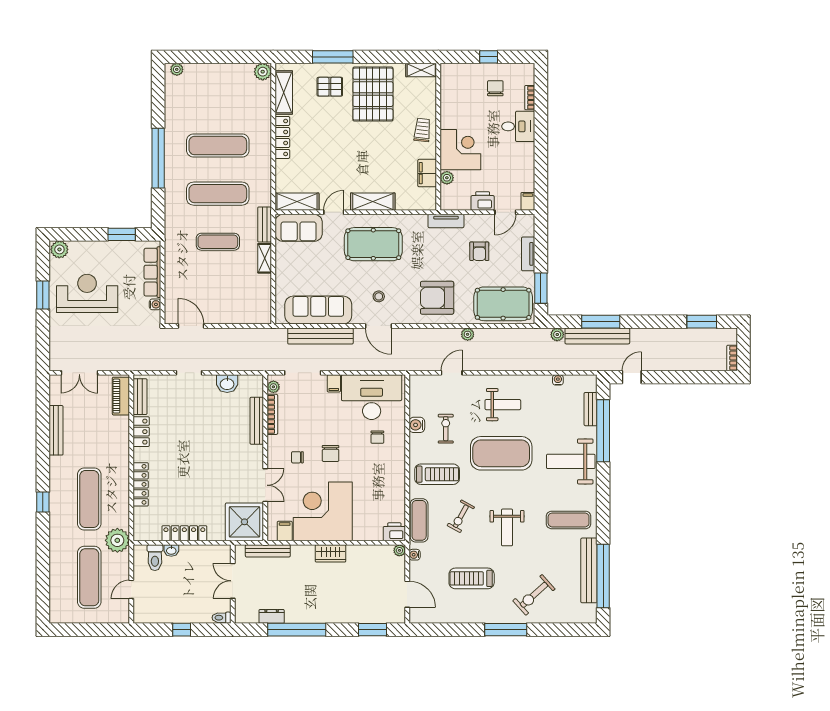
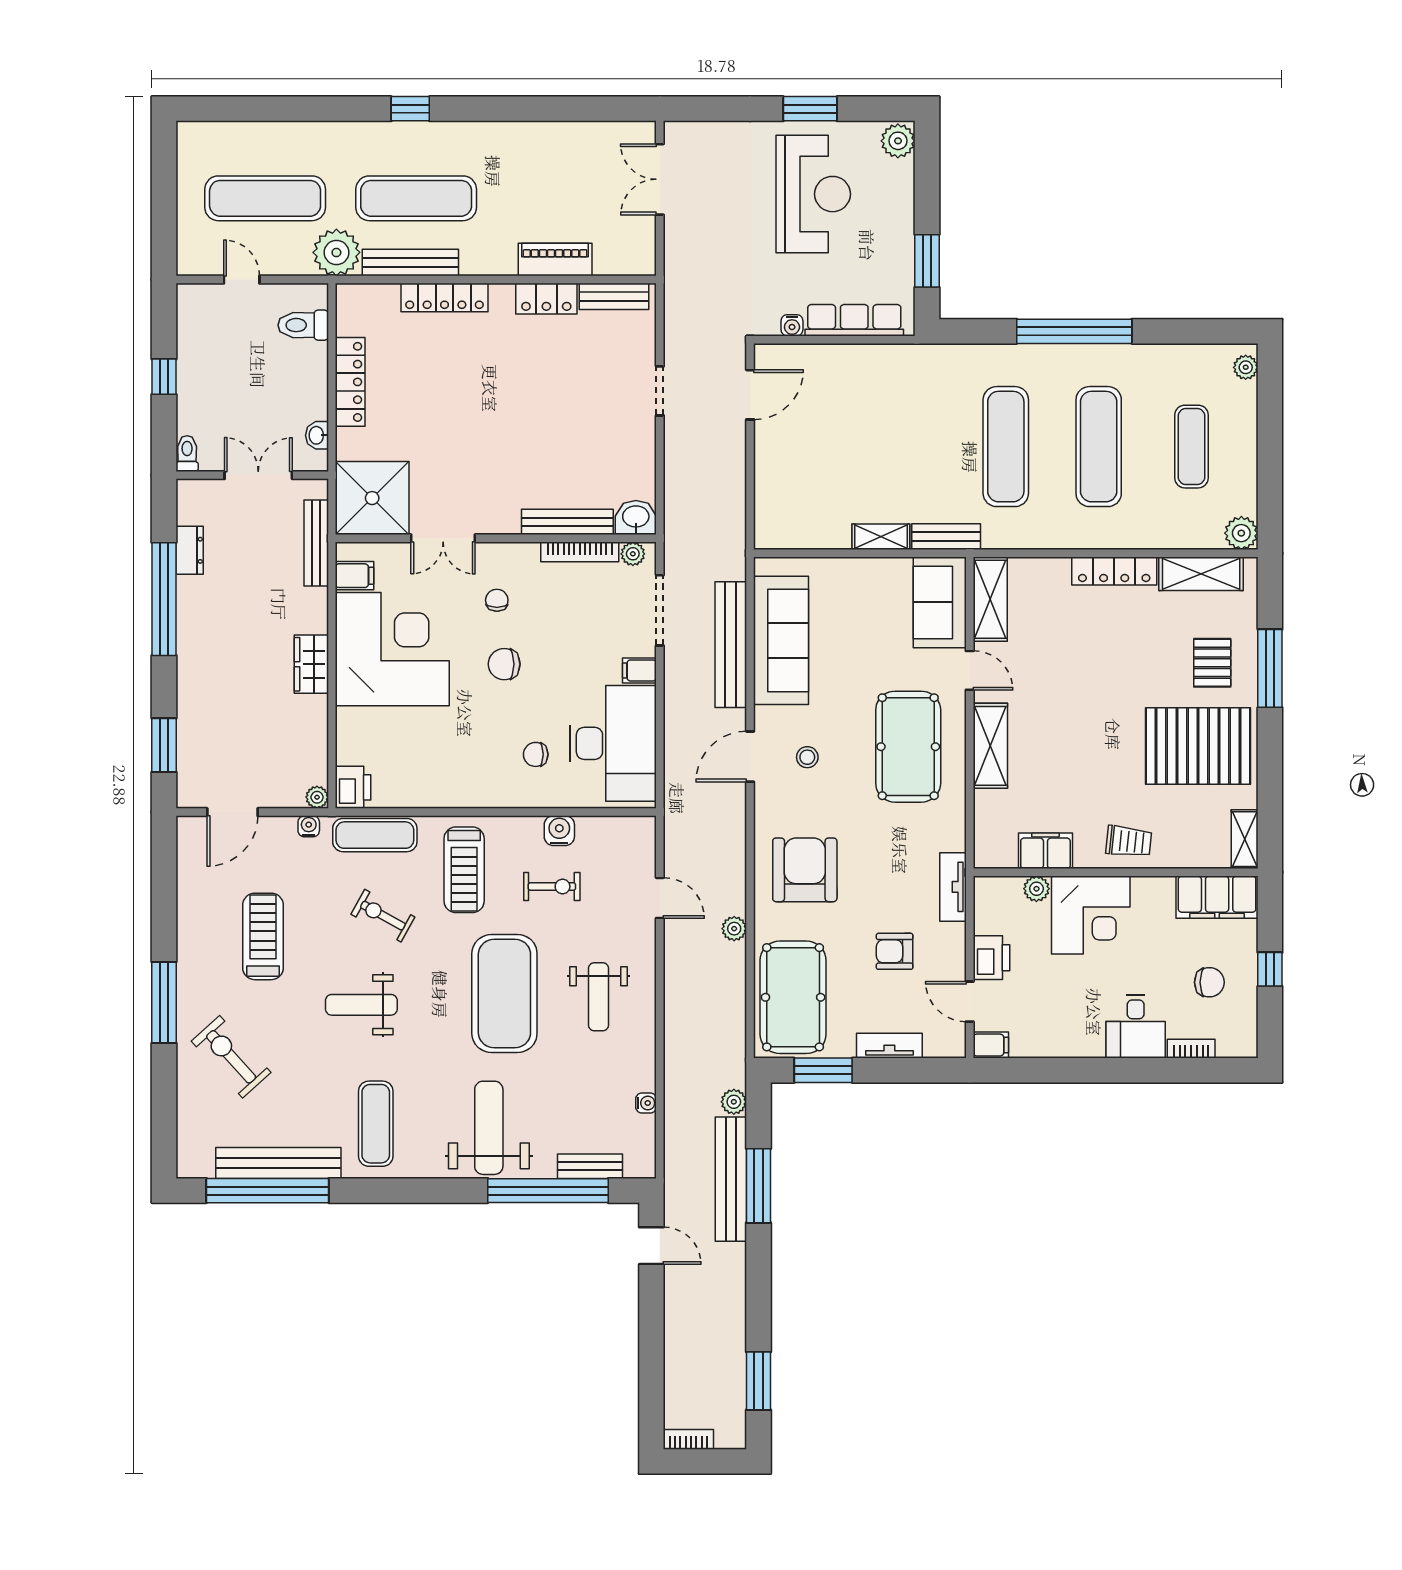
filing cabinet: (451, 84) -> (1217, 897), added
exercise mat: (218, 242) -> (1191, 447), moved
washbasin: (227, 384) -> (636, 517), moved, turned 90
piano: (121, 396) -> (555, 260), moved
bench: (56, 430) -> (410, 263), moved
washbasin: (171, 550) -> (317, 435), moved

